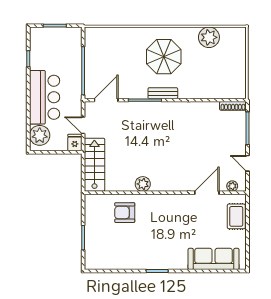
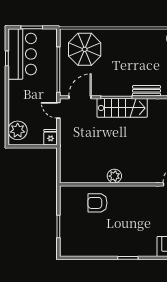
parasol: (164, 57) -> (85, 49), moved
bench: (163, 93) -> (147, 91), moved
bar counter: (45, 97) -> (22, 54), moved
door: (83, 125) -> (58, 110), moved
stairs: (94, 165) -> (122, 108), moved, turned 90

